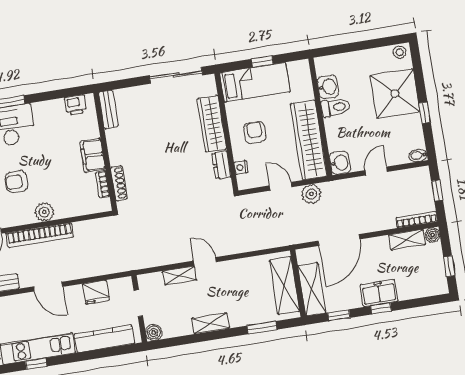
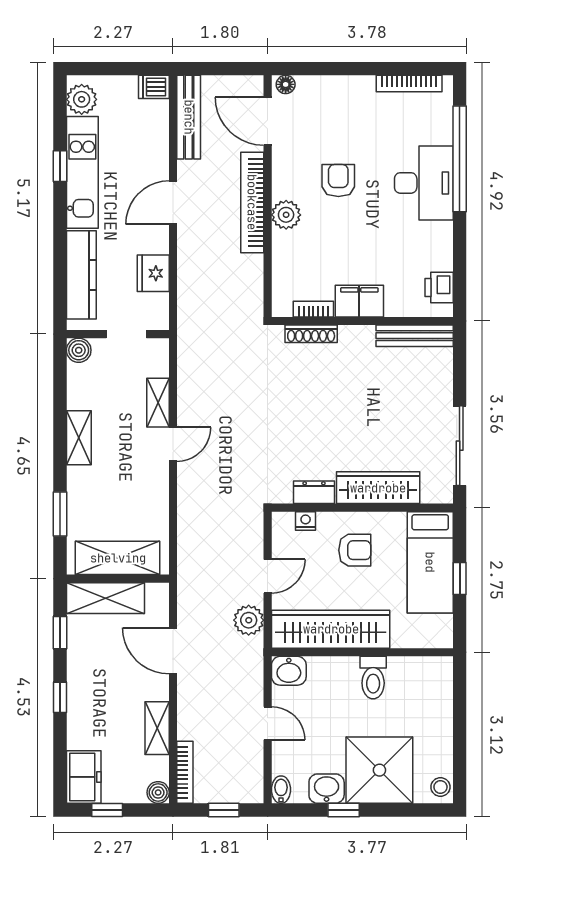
washbasin: (328, 87) -> (327, 789), moved, turned 180
bench: (108, 109) -> (415, 336), width x1.36
door: (339, 240) -> (173, 651), width x0.73
shelving: (407, 240) -> (157, 728), moved
freezer: (379, 293) -> (84, 777), moved

